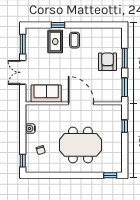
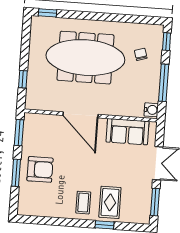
armchair: (108, 62) -> (40, 169), turned -90
water cooler: (30, 129) -> (151, 110), moved
window: (23, 131) -> (164, 83), added
meeting table: (80, 145) -> (85, 58), width x1.36

